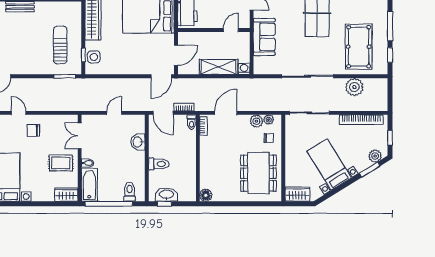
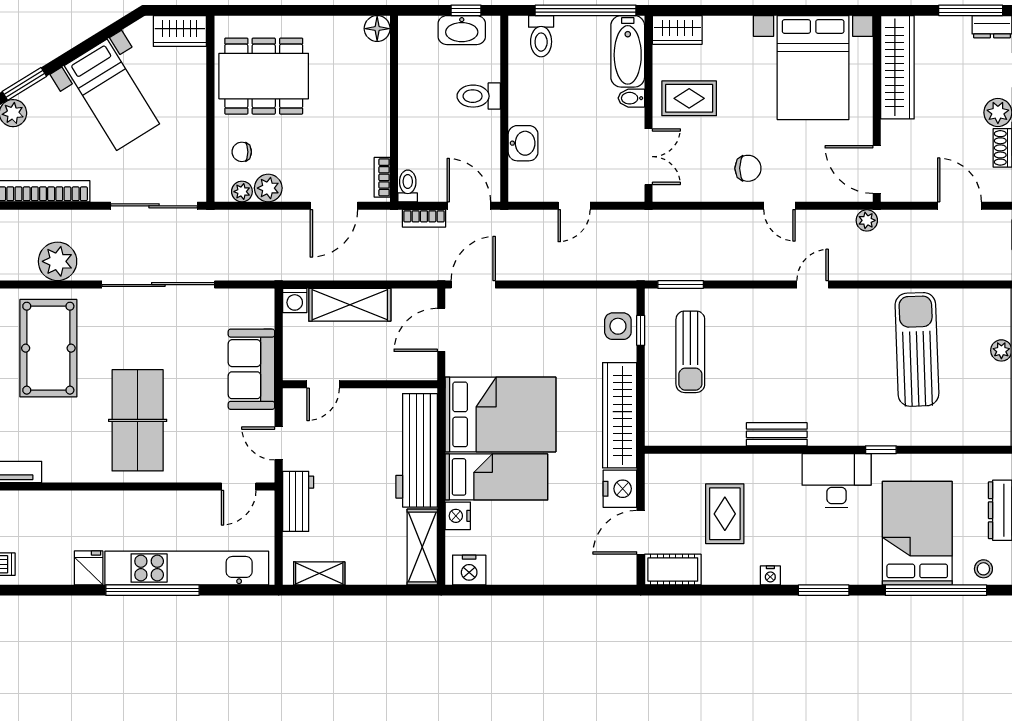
dining table: (258, 173) -> (264, 76), turned 90

